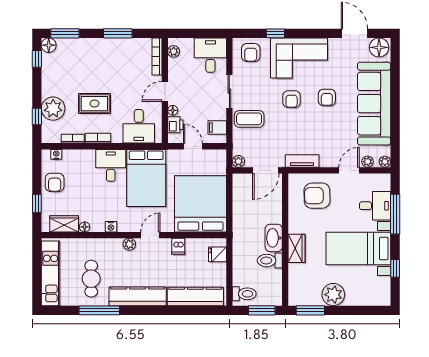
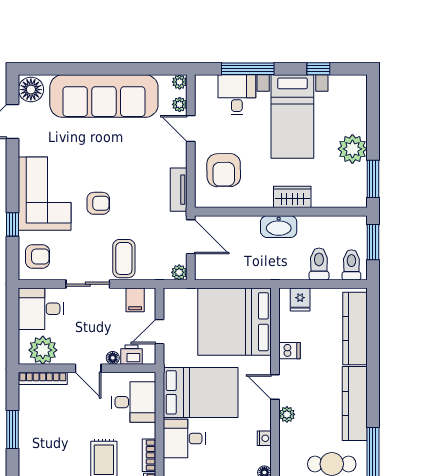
plant: (174, 51) -> (43, 350), width x1.87, depth x1.87
armchair: (327, 97) -> (96, 157), removed
toilet: (270, 261) -> (319, 264), moved, turned 180

